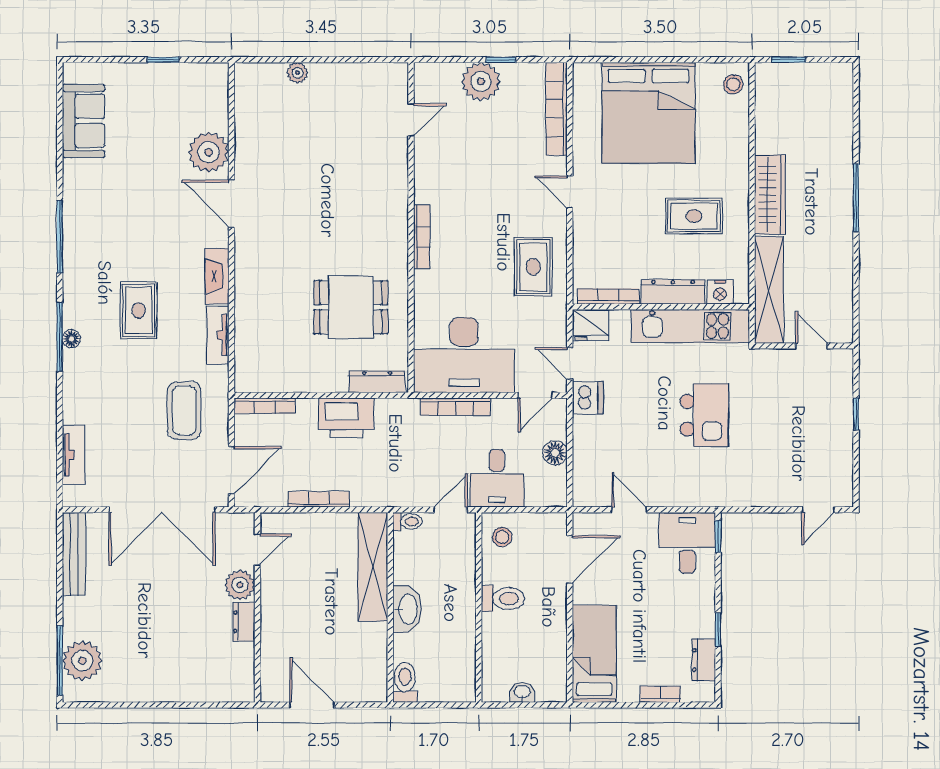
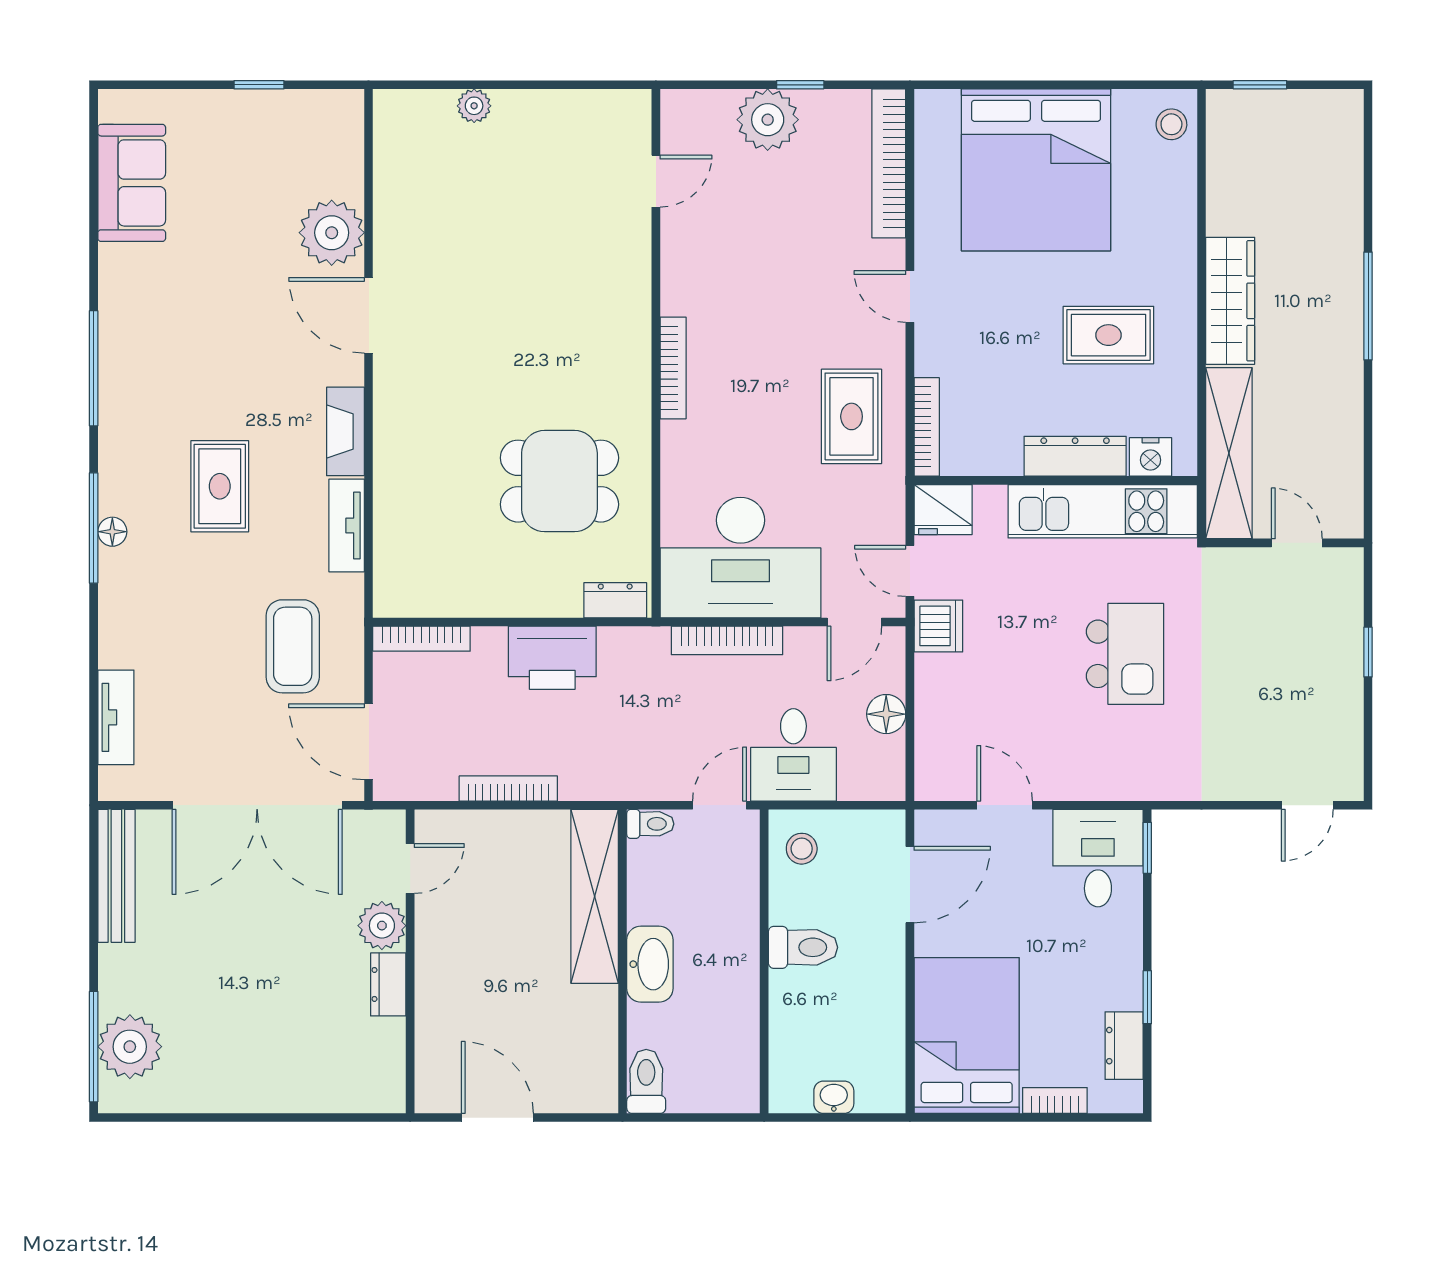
bookcase: (608, 296) -> (927, 427), moved, turned 90
dresser: (377, 382) -> (615, 600), width x0.70
door: (232, 470) -> (369, 742), swing flipped
bed: (594, 654) -> (967, 1036), width x1.50

